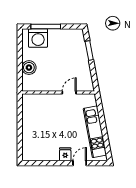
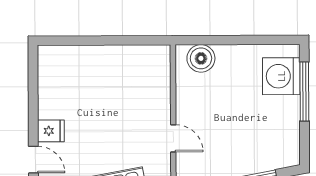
boiler: (29, 68) -> (201, 58), moved

